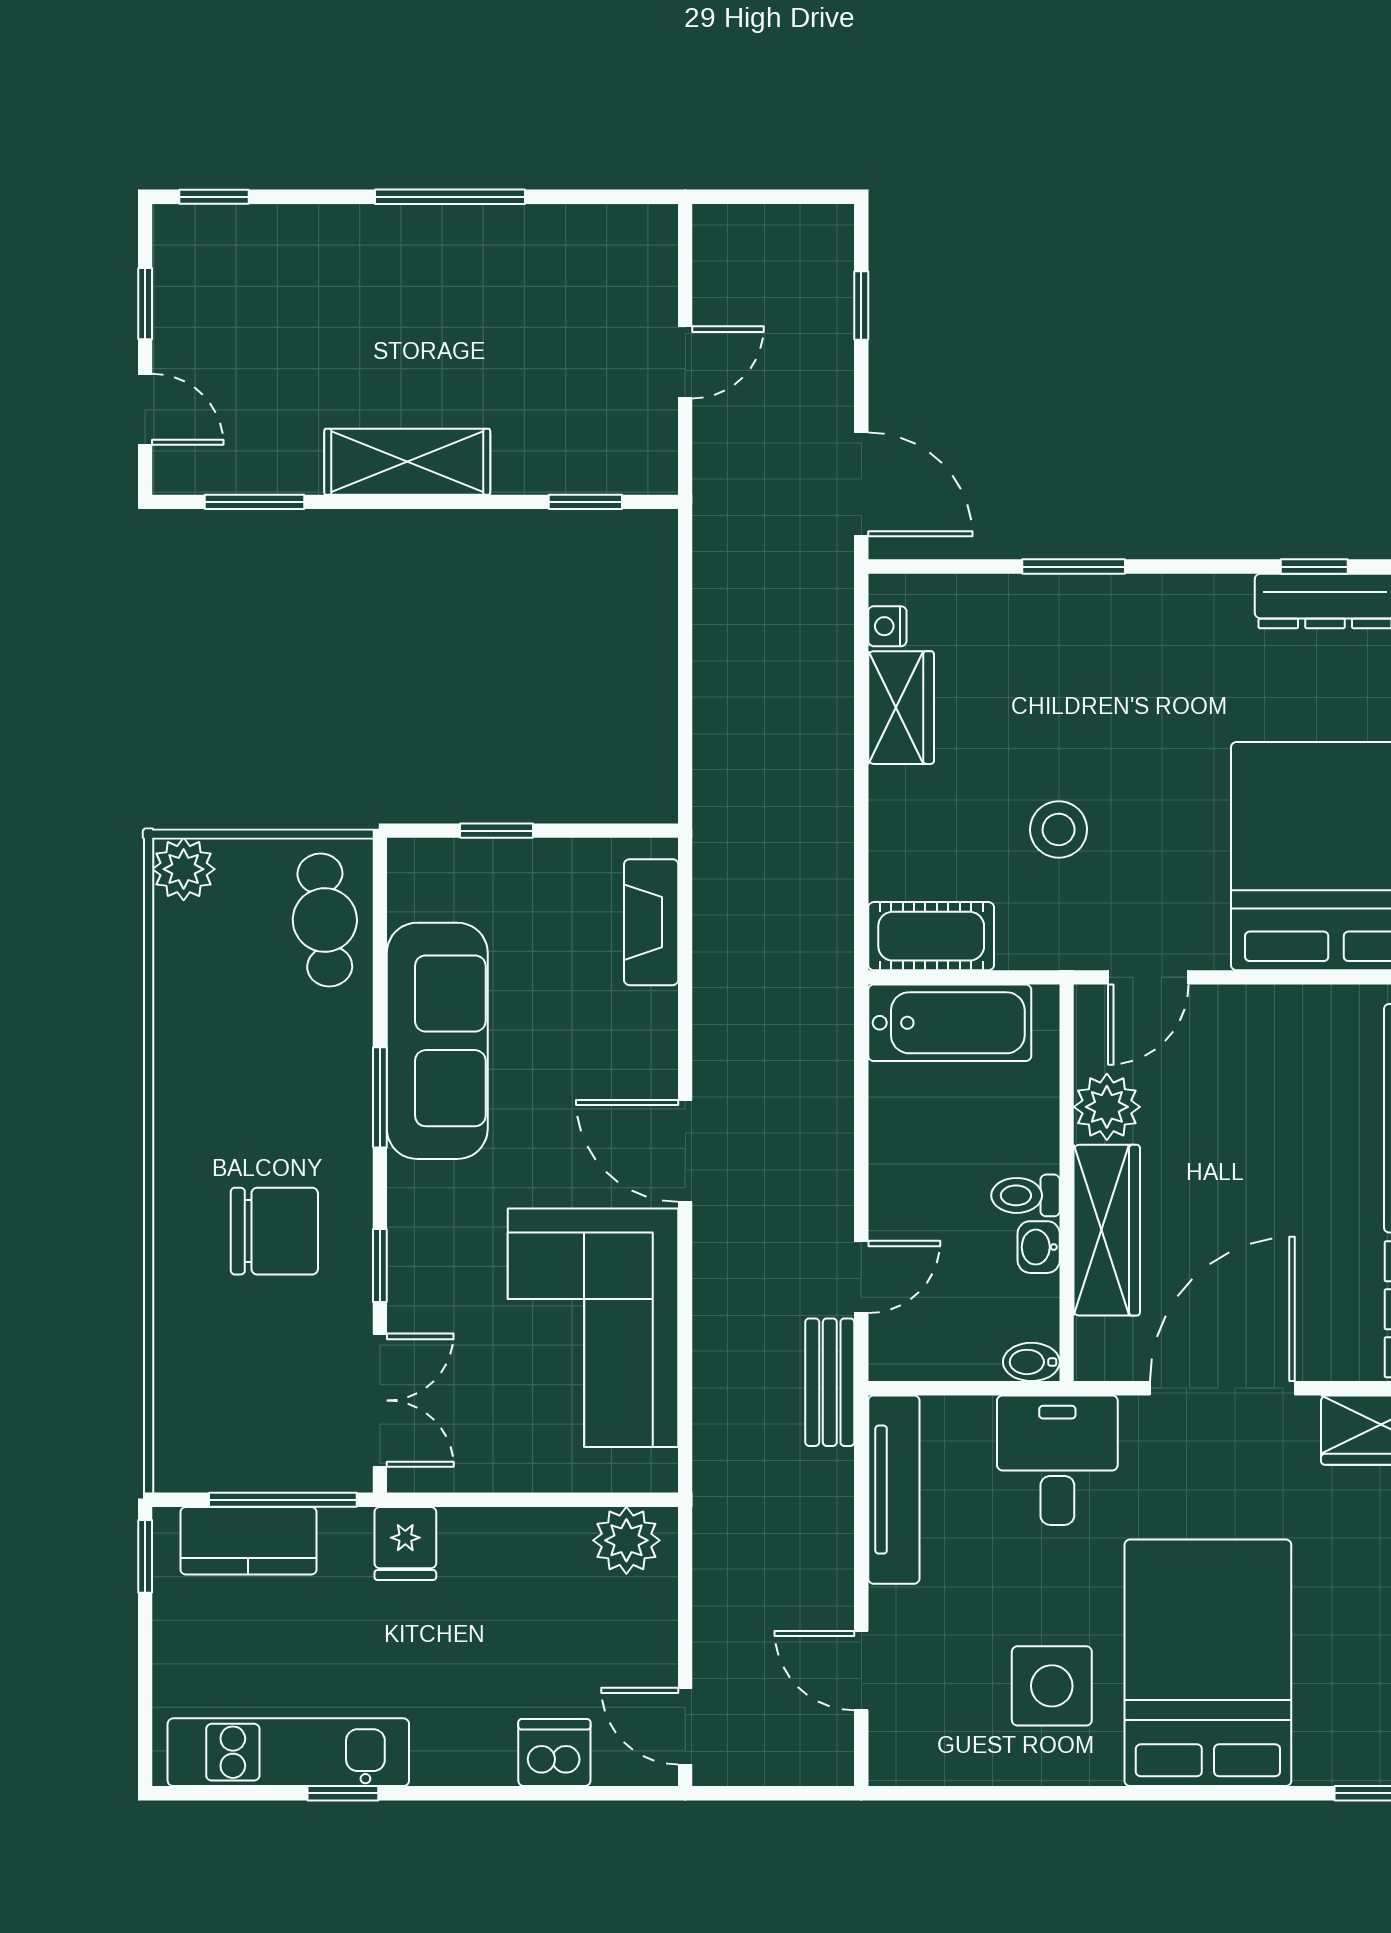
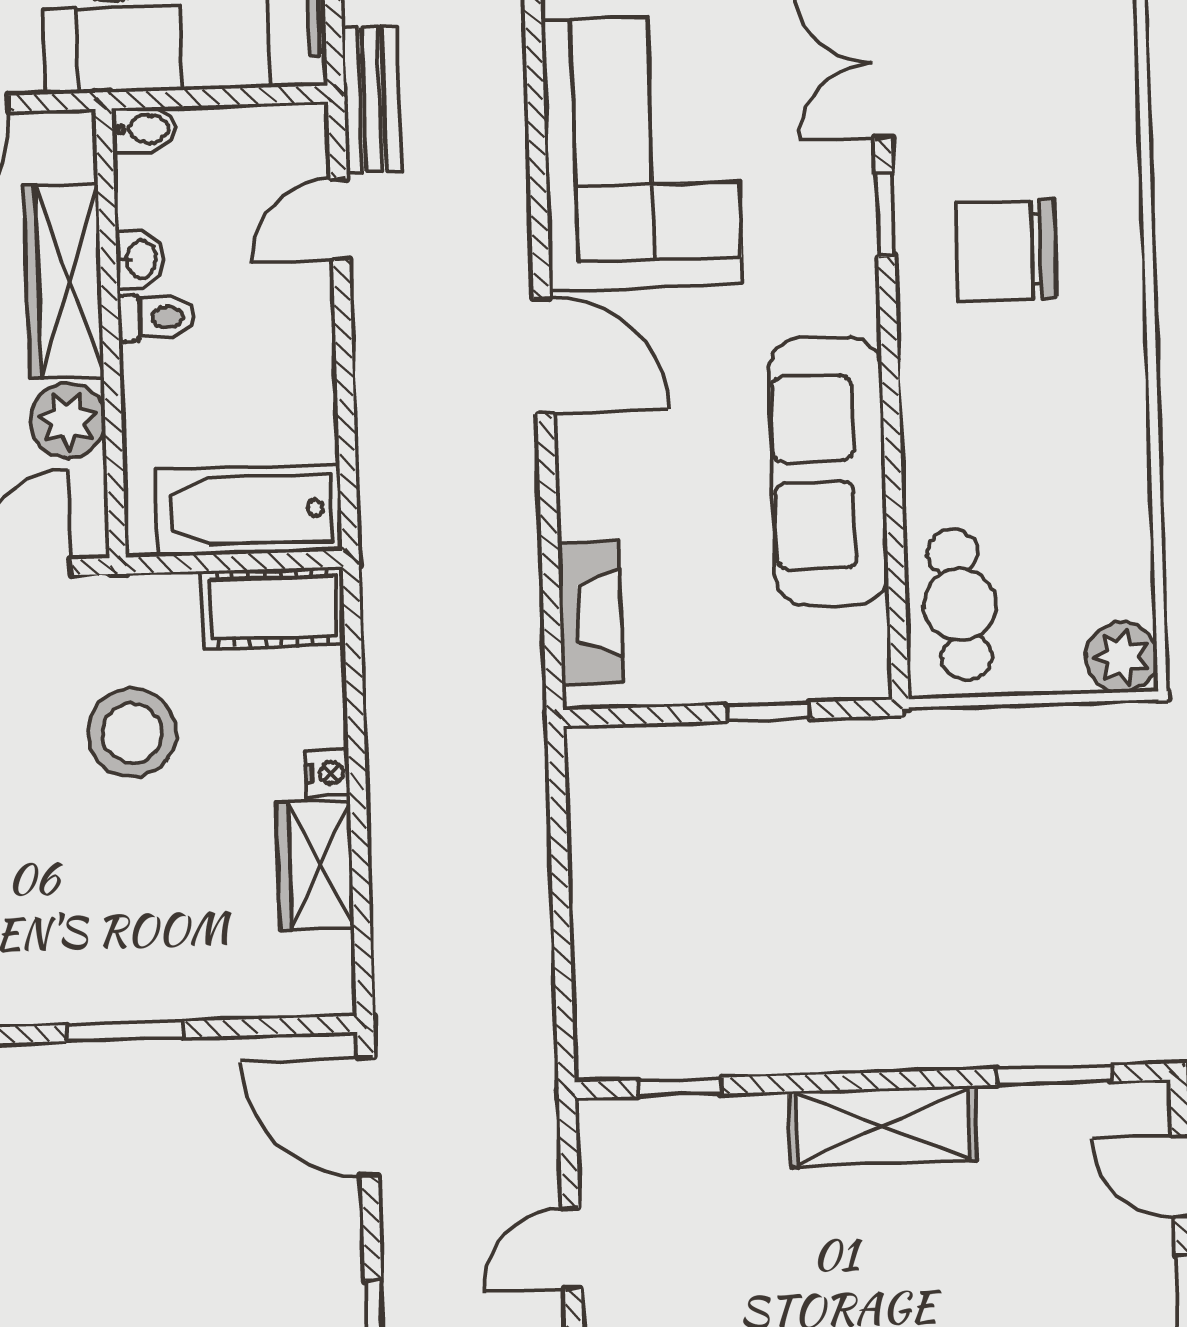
nightstand: (887, 626) -> (328, 773), moved
stool: (1059, 829) -> (132, 733), width x1.38, depth x1.38
window: (380, 1097) -> (891, 406), removed

